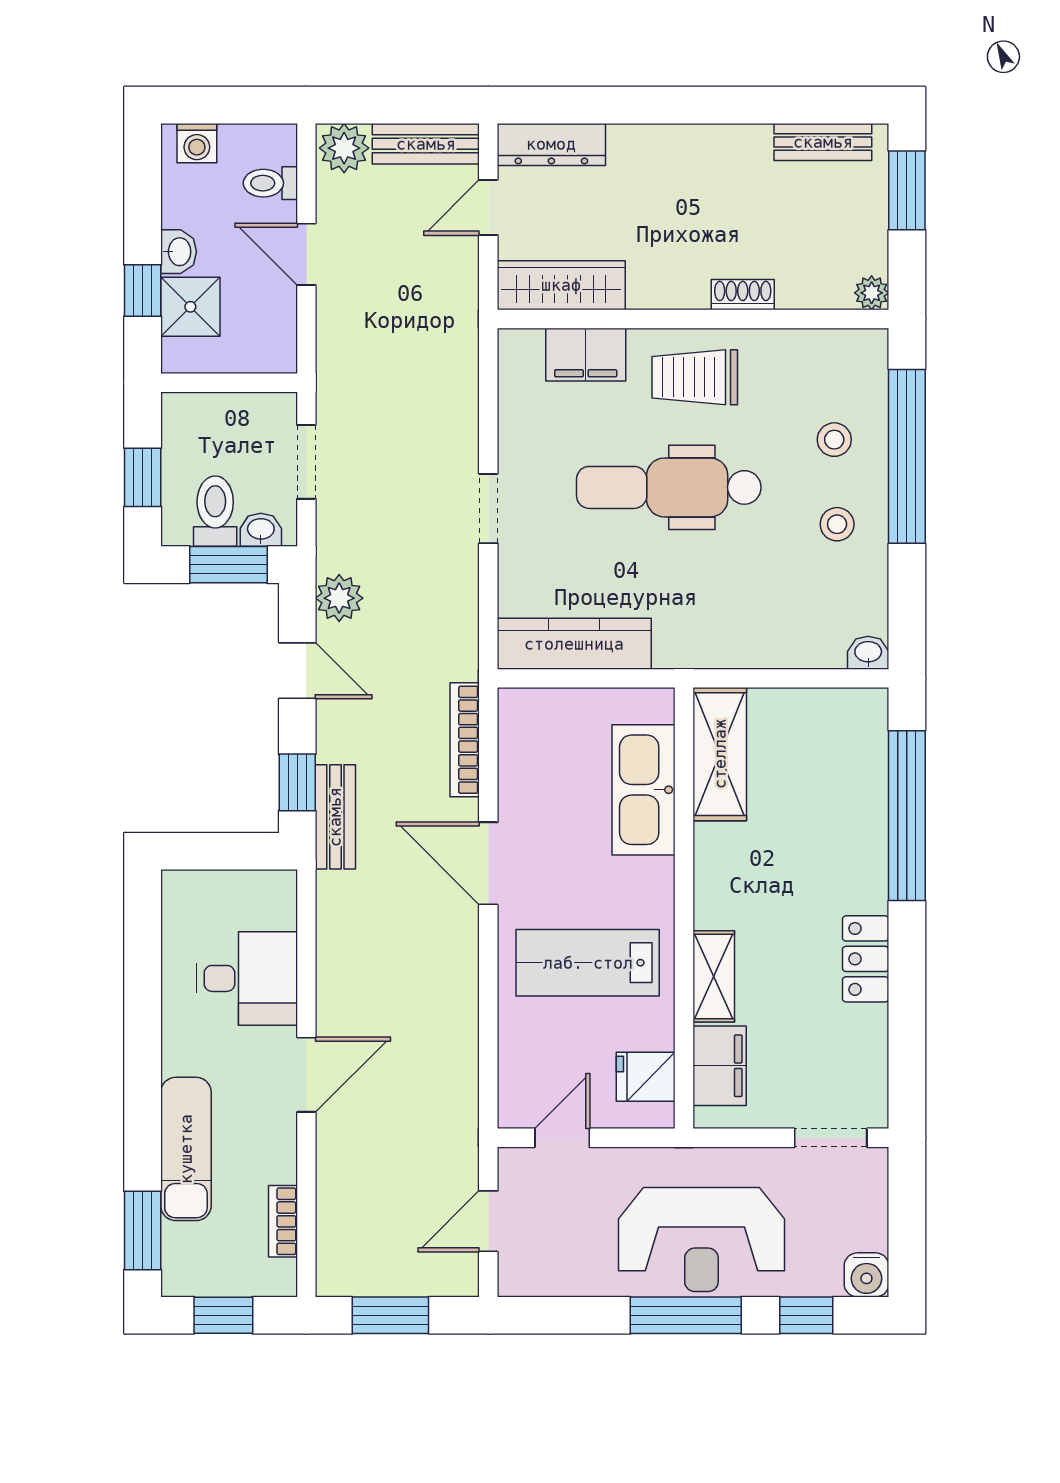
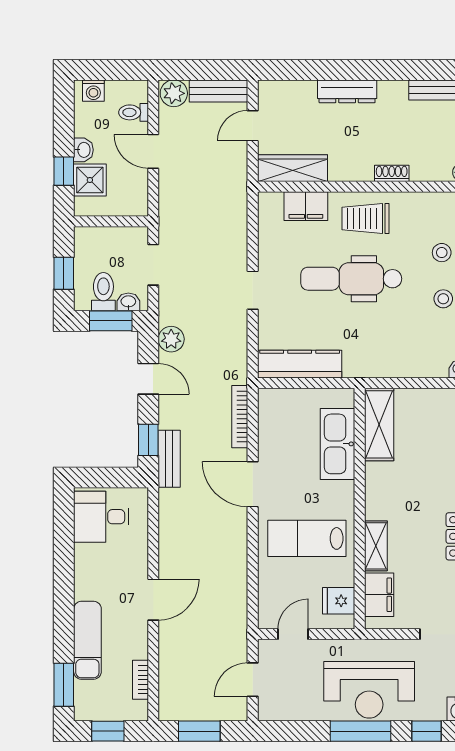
dresser: (551, 144) -> (347, 91), moved
desk: (247, 978) -> (101, 517), moved, turned 180

